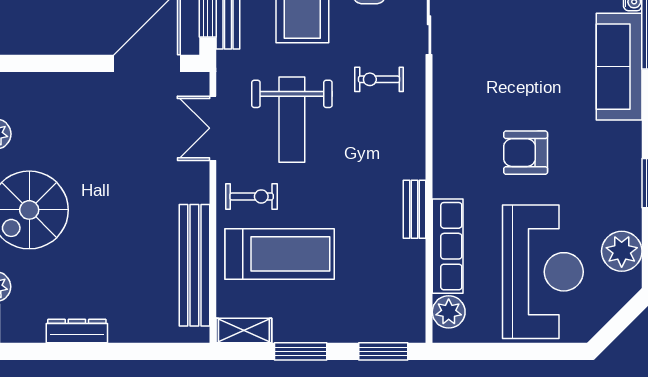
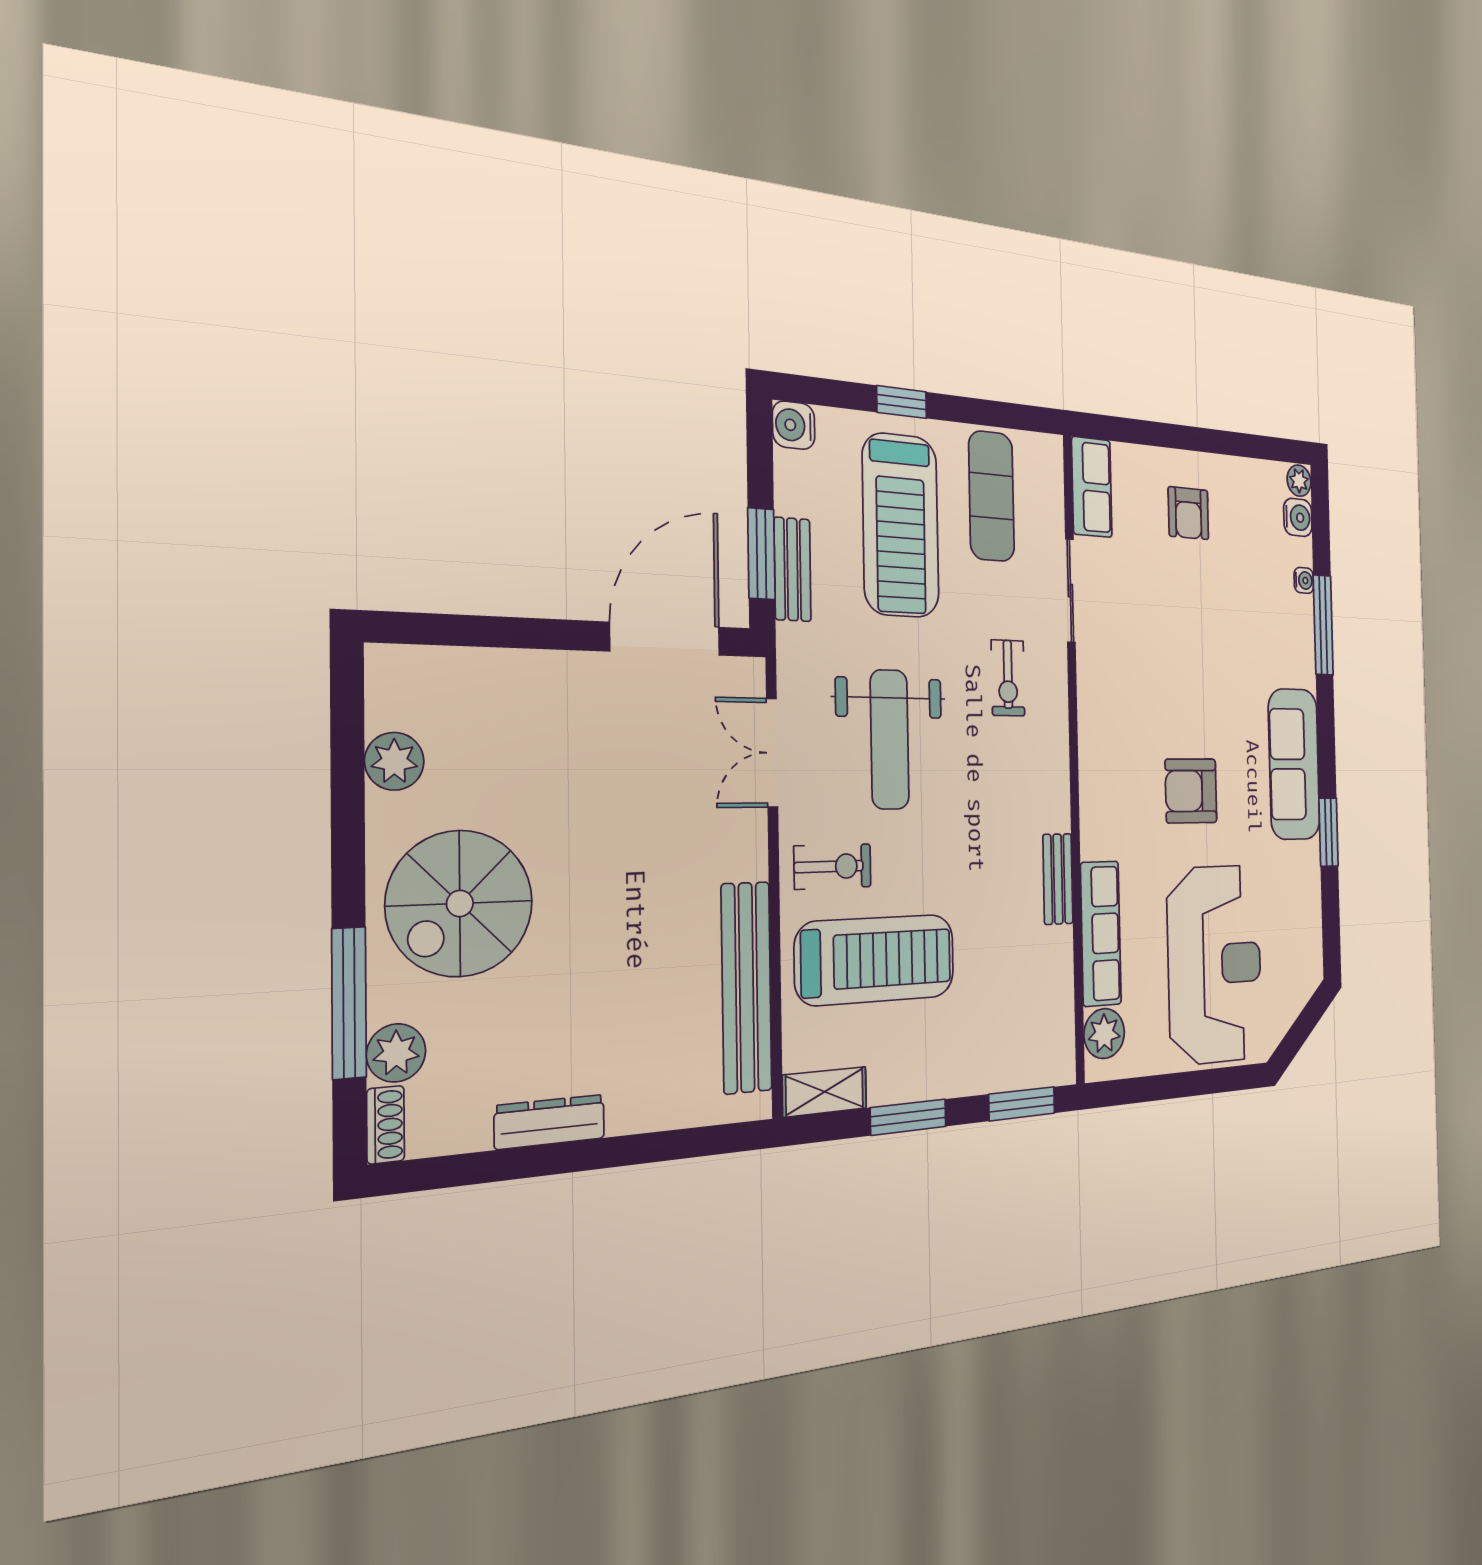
sofa: (619, 67) -> (1294, 764), moved
exercise bike: (379, 79) -> (1008, 678), turned -90
plant: (622, 251) -> (1301, 929), removed

